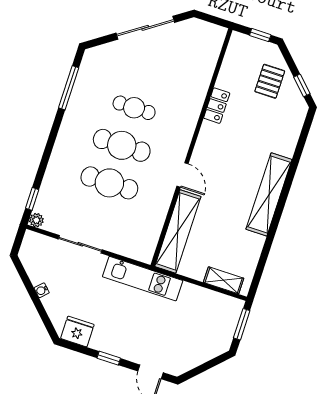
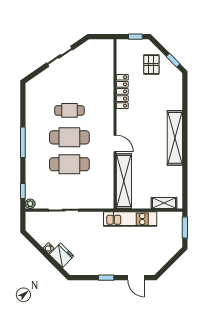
sliding door: (145, 28) -> (60, 56), width x0.73
window: (69, 88) -> (23, 142), moved
locker: (217, 106) -> (122, 91), width x1.53
kitchen unit: (143, 279) -> (130, 219), moved
fridge: (77, 331) -> (62, 255), moved, turned 45

